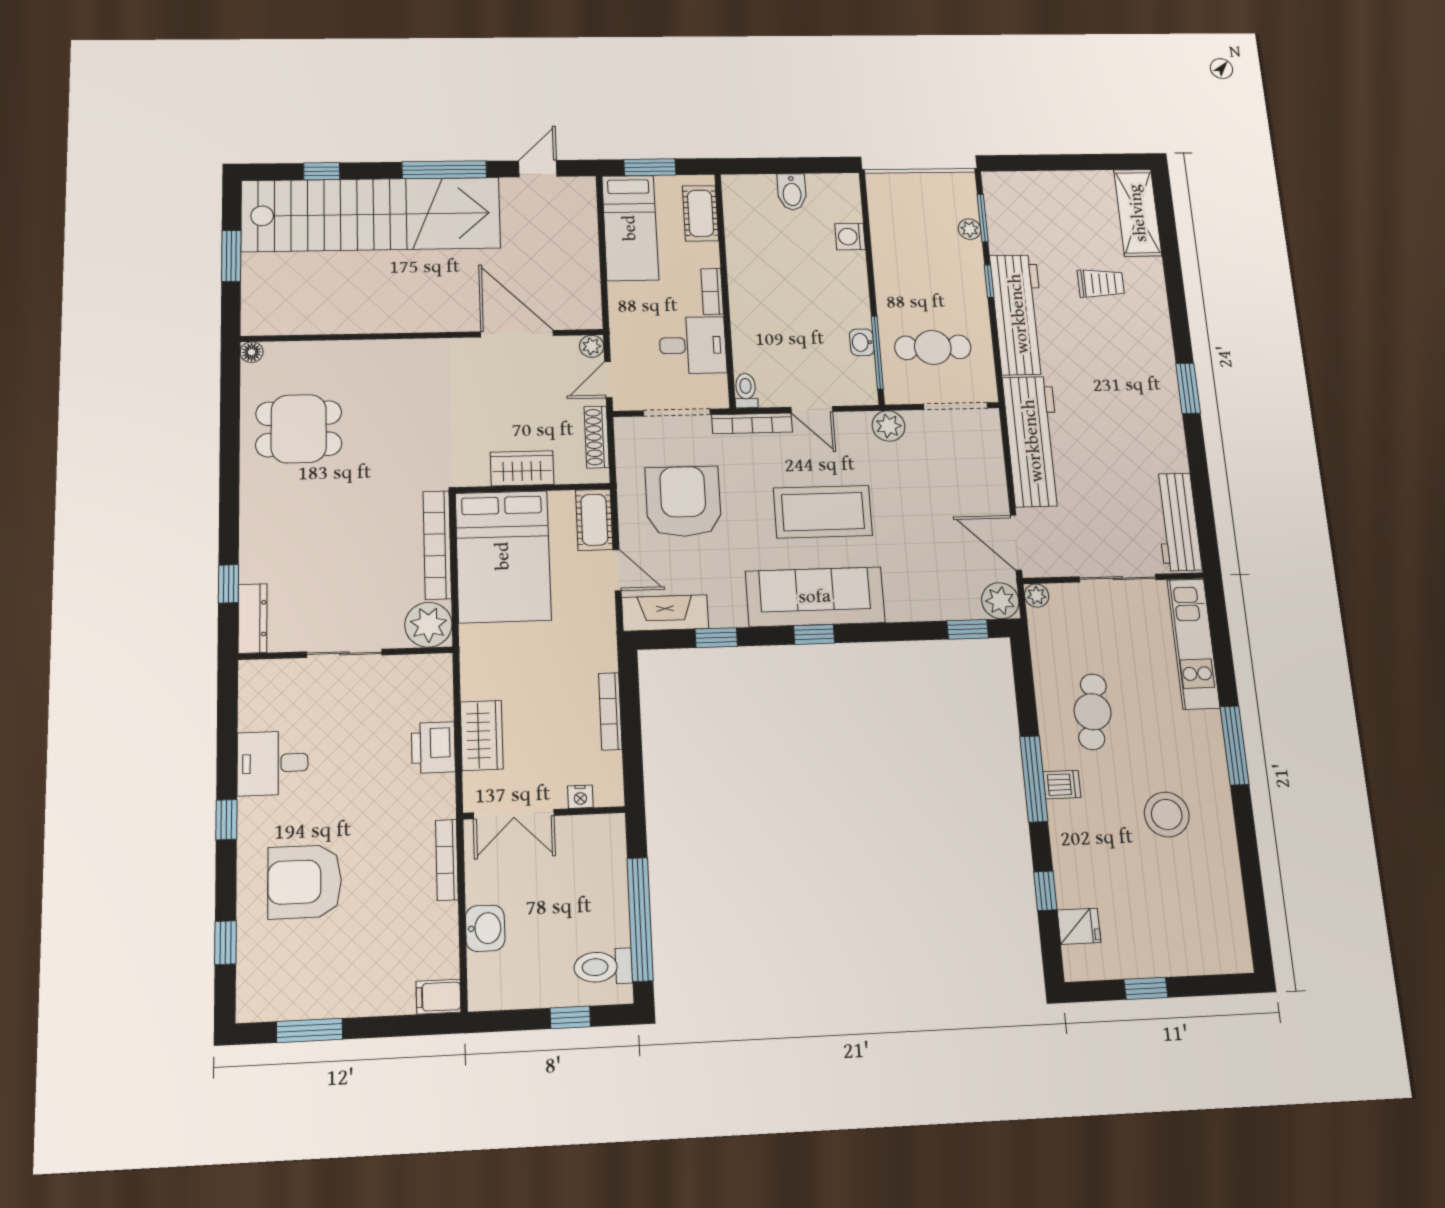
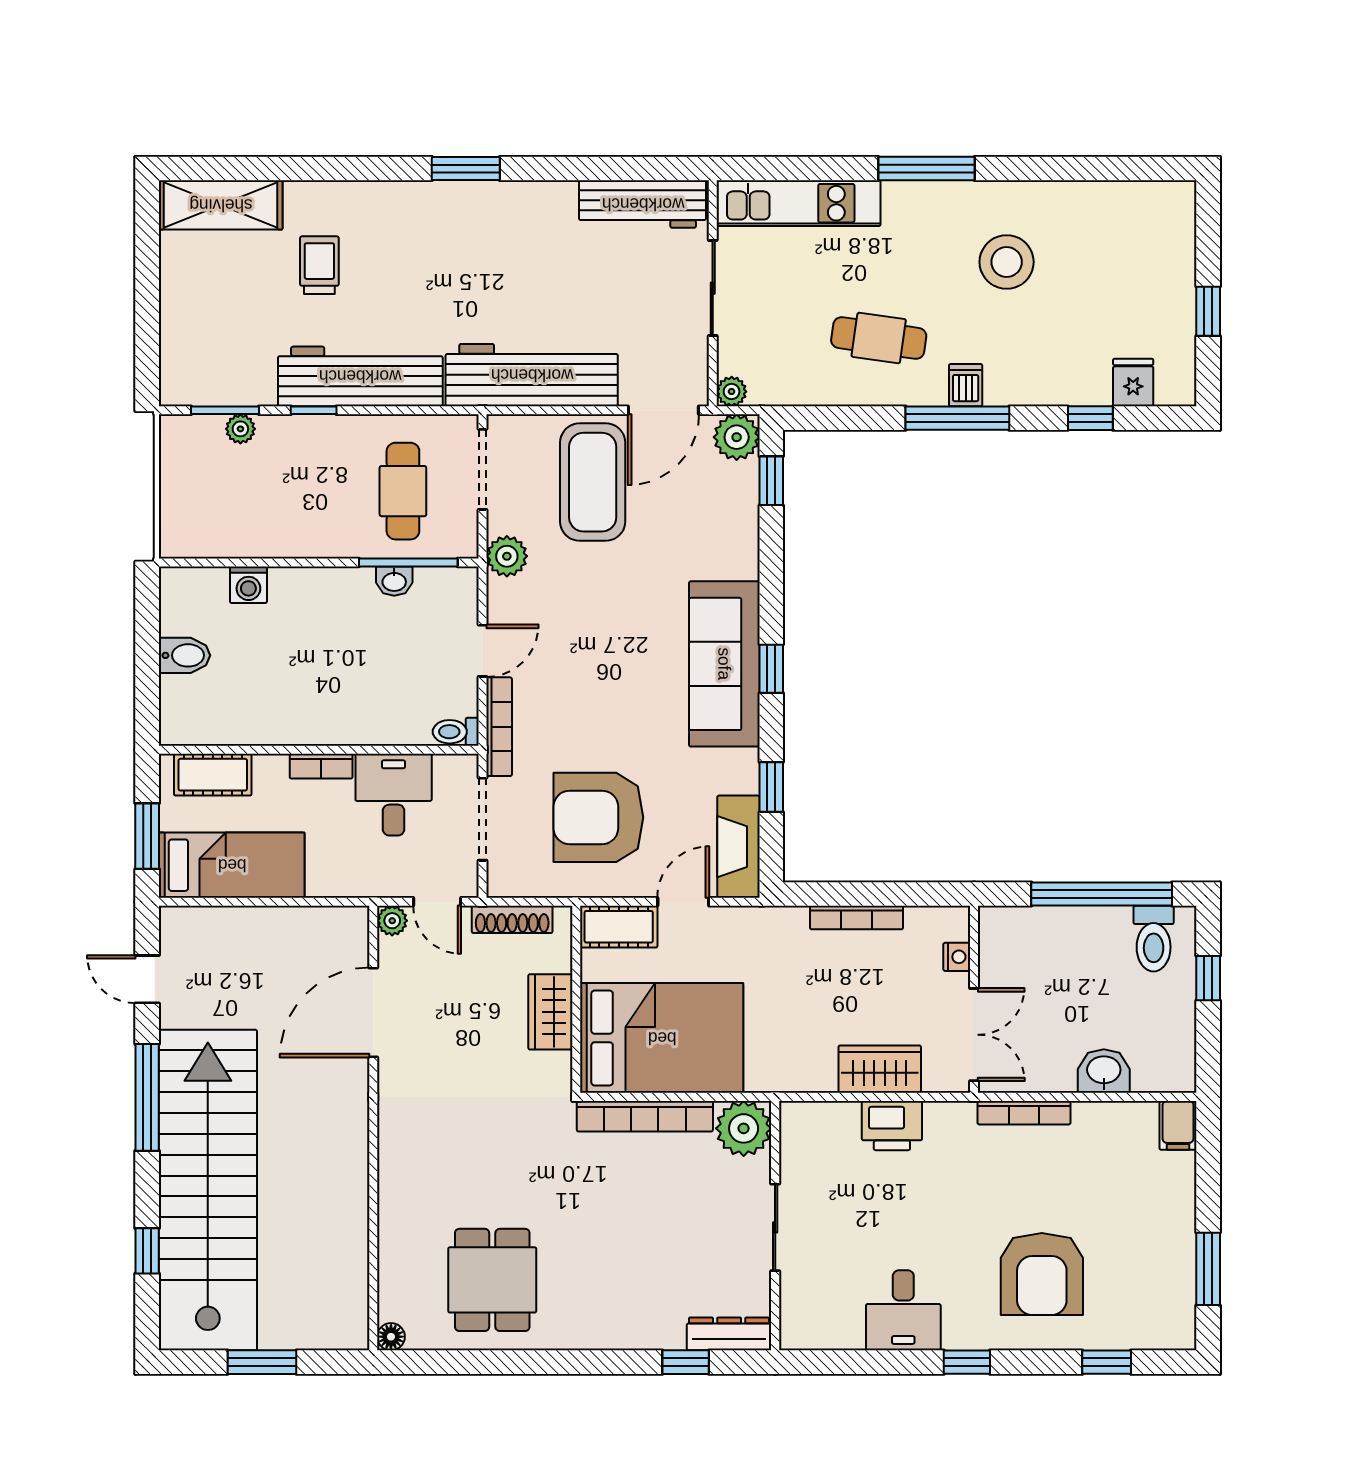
coffee table: (823, 512) -> (593, 482), moved

